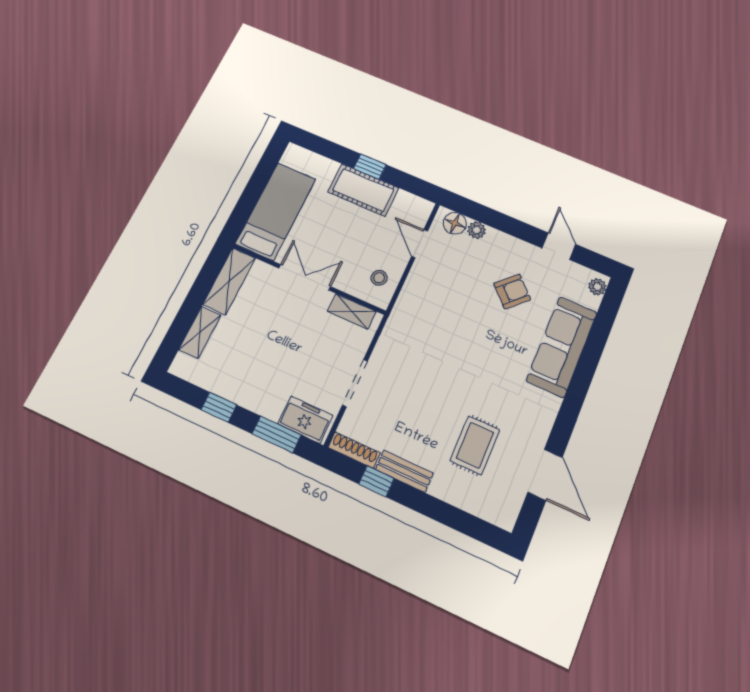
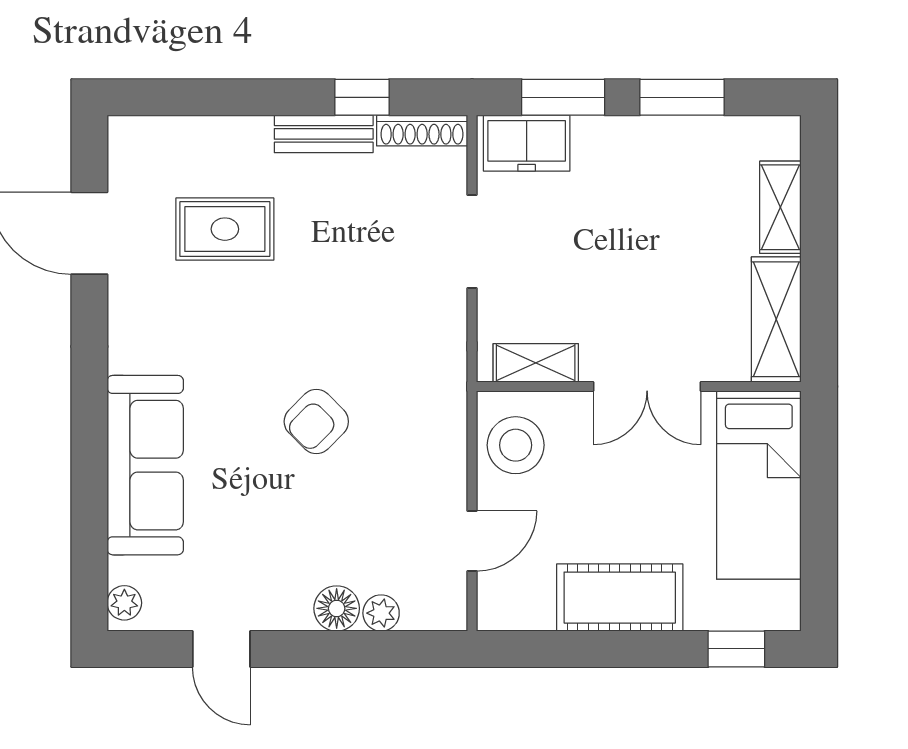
window: (370, 167) -> (736, 649), moved
floor lamp: (455, 223) -> (337, 608), moved
door: (420, 244) -> (472, 541), hinge flipped
stool: (379, 278) -> (516, 445), width x1.89, depth x1.89
armchair: (512, 291) -> (316, 422), moved
window: (219, 407) -> (682, 97), width x1.50
rug: (475, 445) -> (225, 229), turned 90

